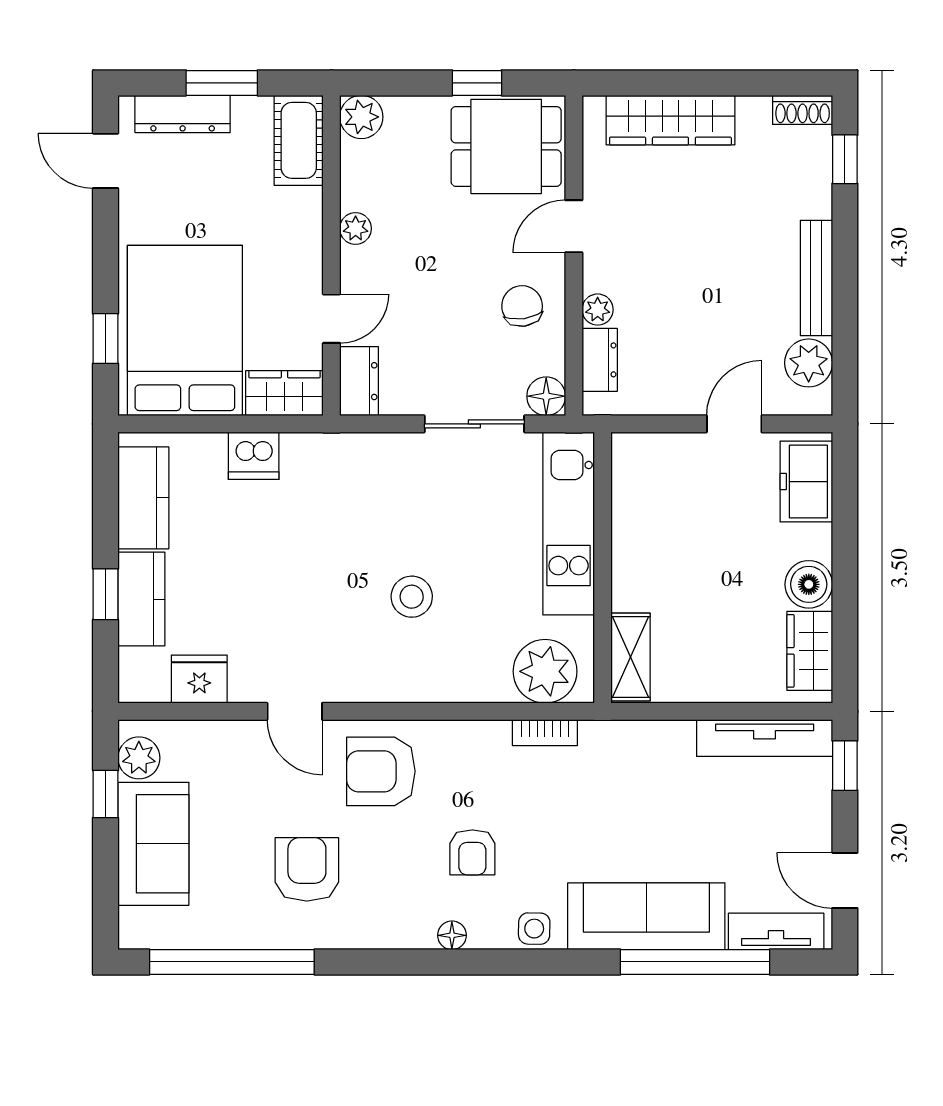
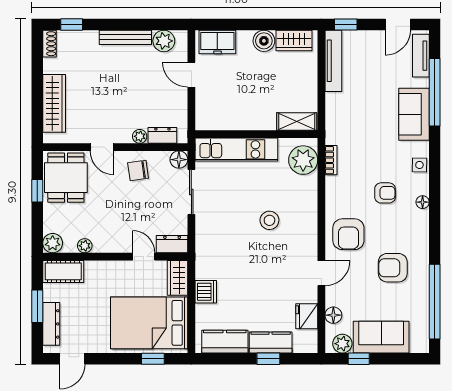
plant: (356, 229) -> (85, 246), moved
floor lamp: (202, 738) -> (333, 315), added
sofa: (646, 916) -> (414, 114), width x0.73

